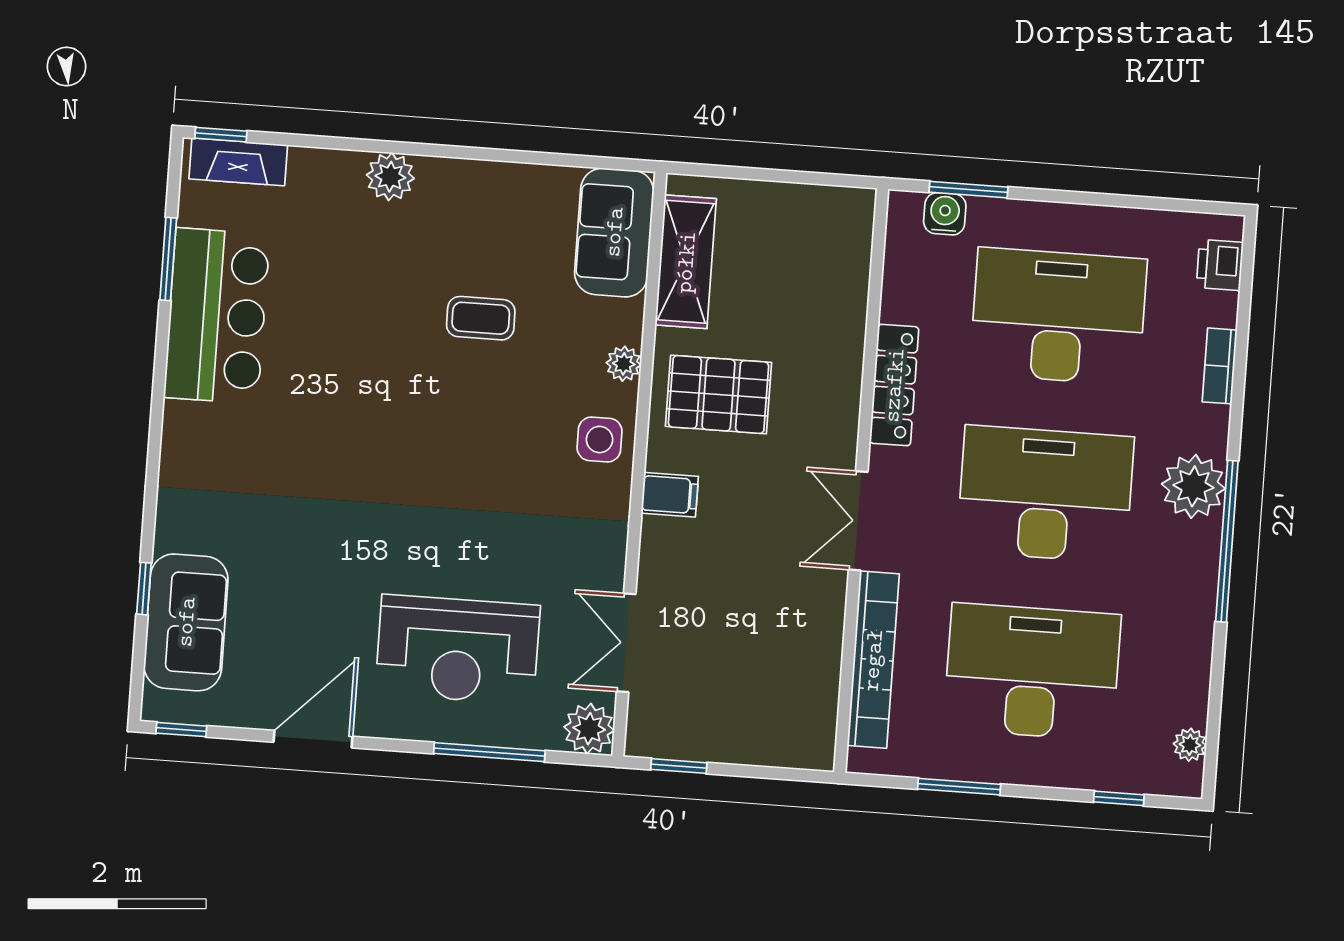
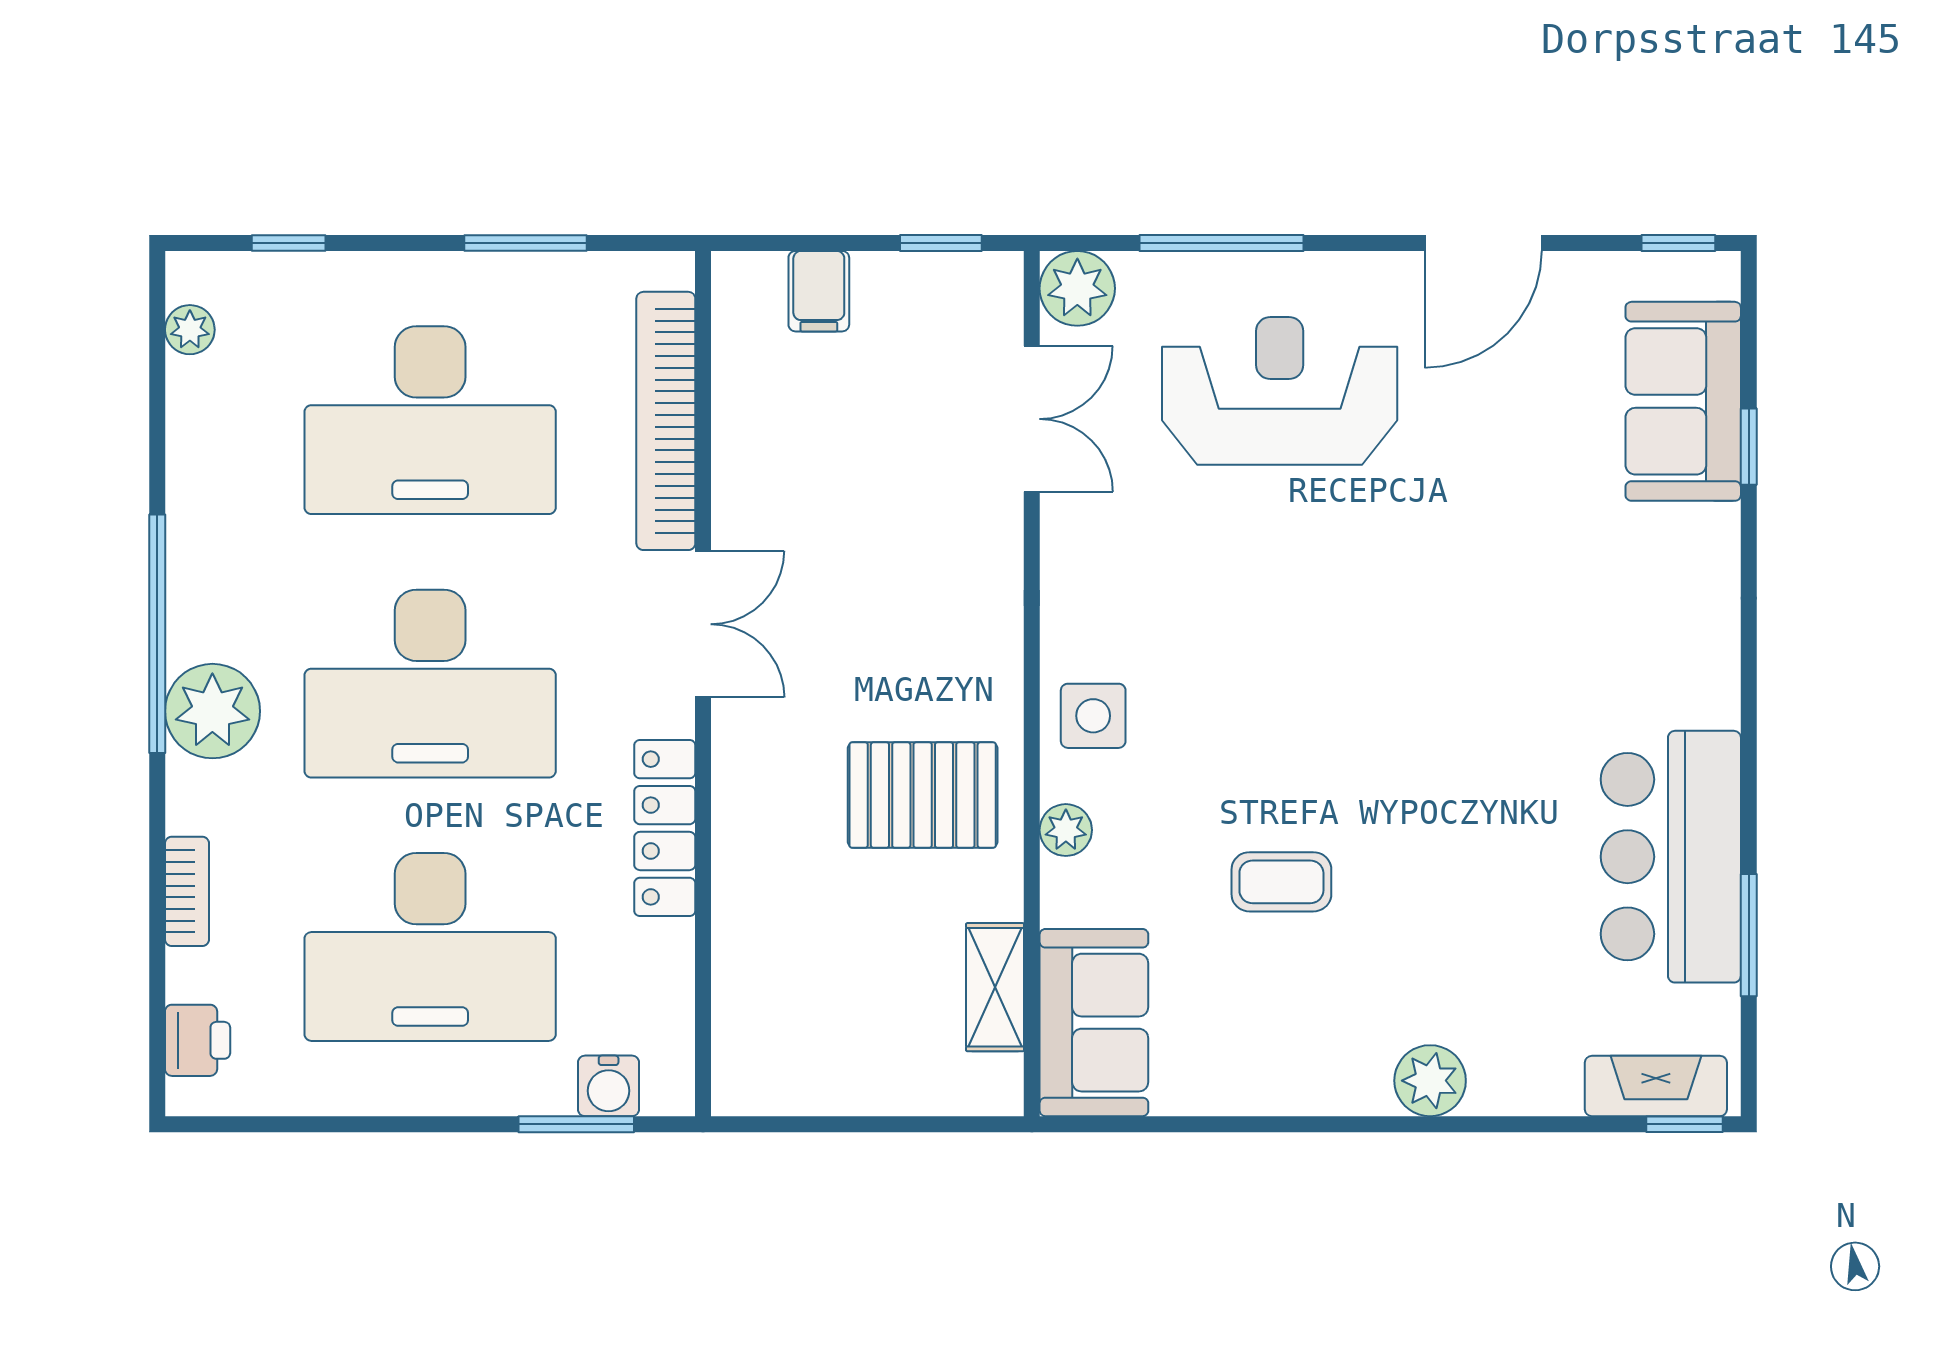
shelving: (686, 262) -> (995, 987), width x0.67, depth x0.75
filing cabinet: (670, 495) -> (819, 291), moved, turned -90

